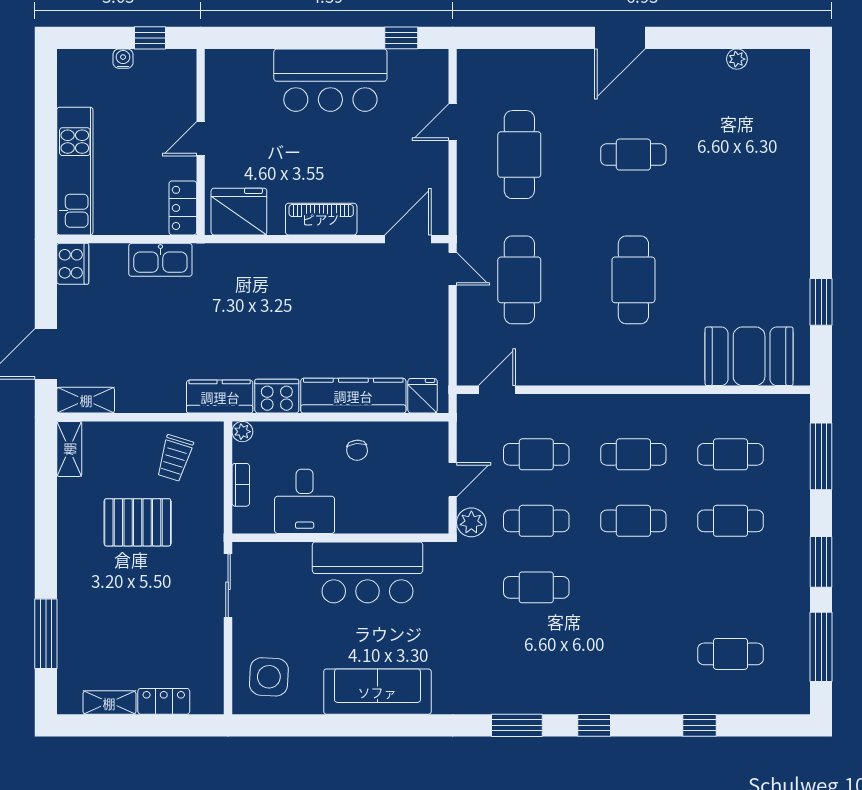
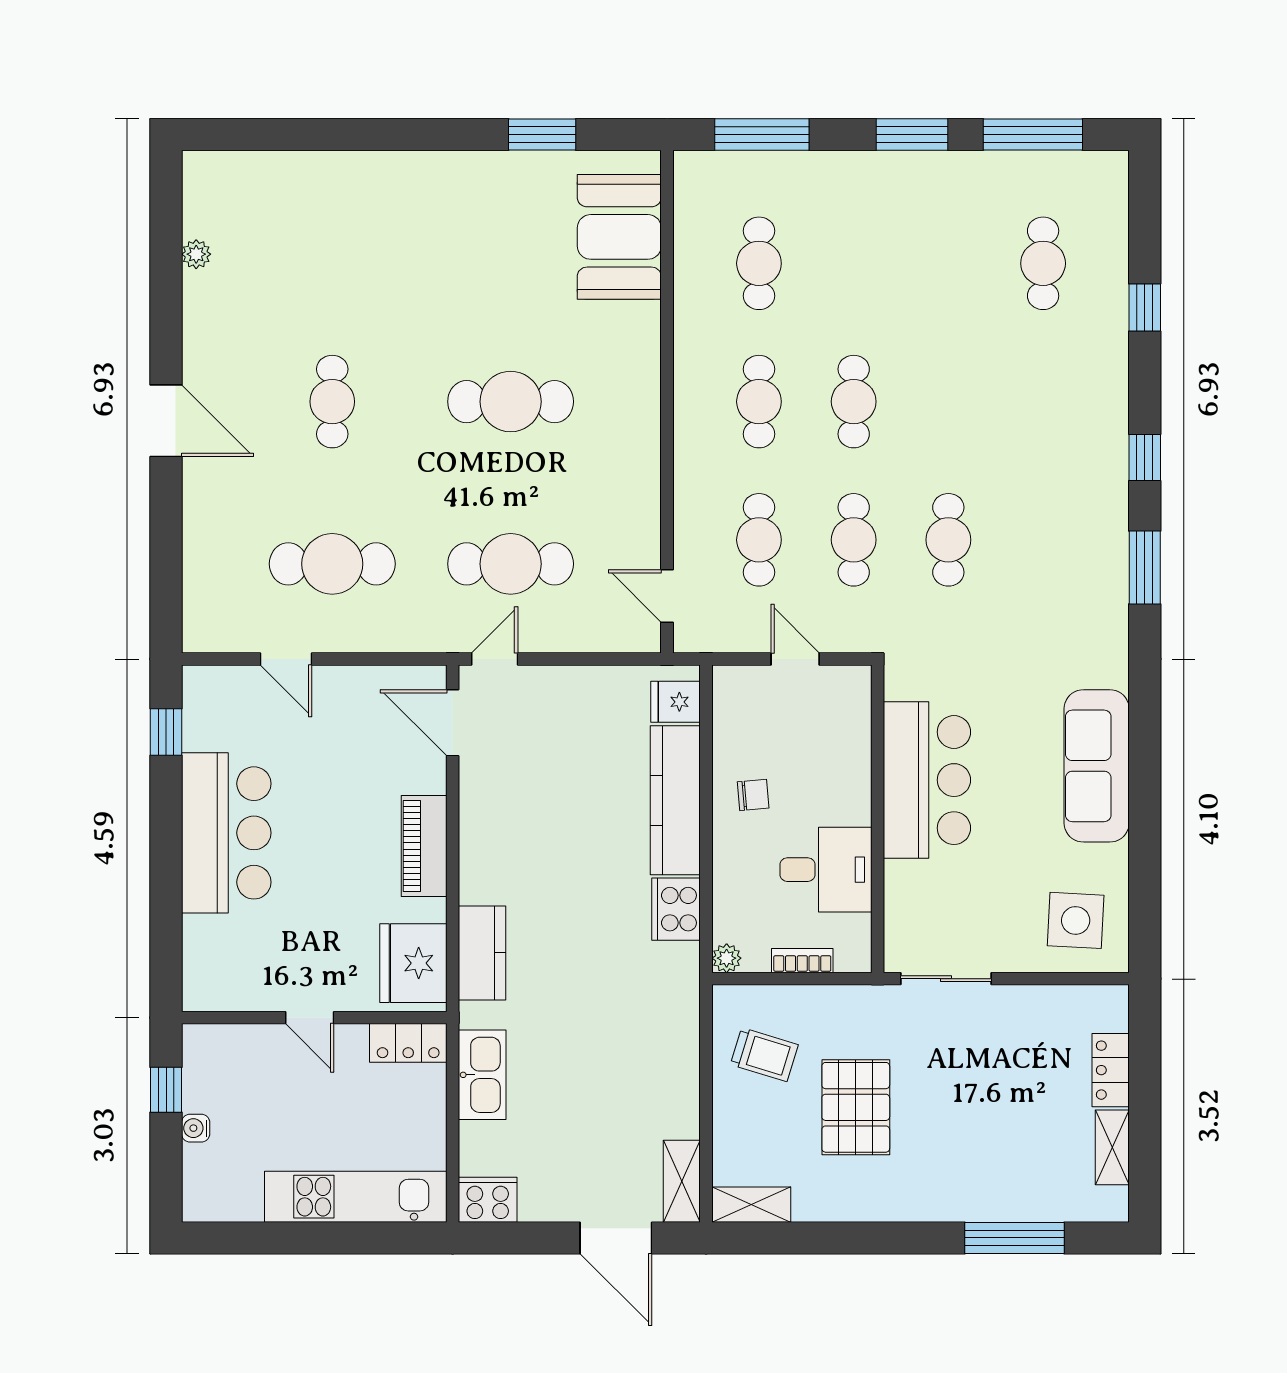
kitchen counter: (220, 397) -> (482, 953), moved, turned 180
cafe table: (731, 521) -> (854, 263), removed
plant: (471, 522) -> (856, 632), removed

